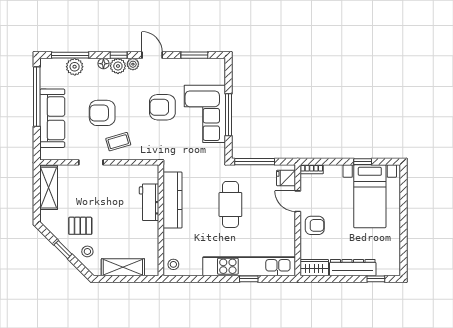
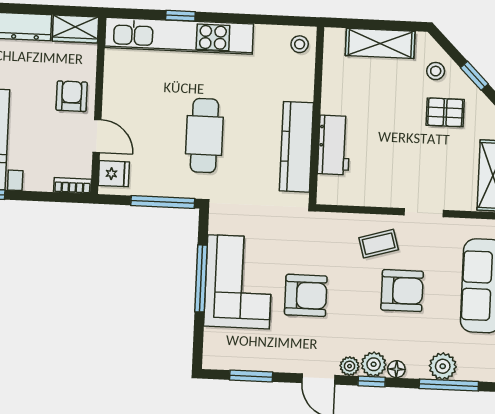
armchair: (315, 225) -> (72, 96), turned 90

